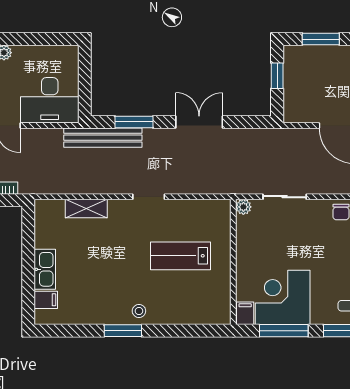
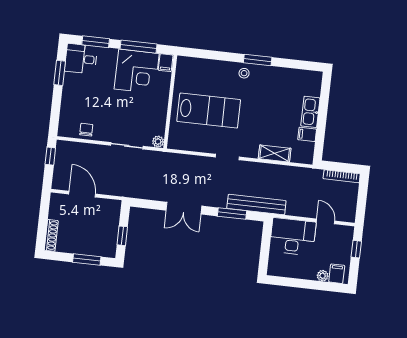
lab bench: (181, 256) -> (209, 111), width x1.36, depth x1.39
filing cabinet: (46, 300) -> (307, 134), moved

